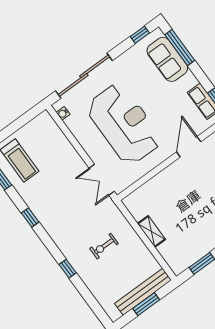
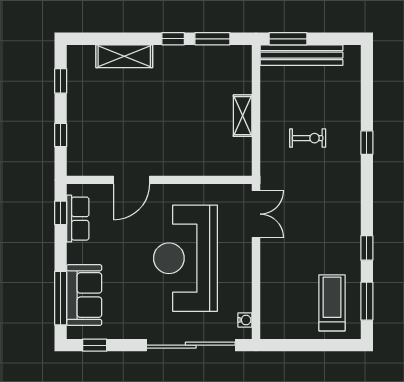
window: (30, 218) -> (367, 248), moved
window: (146, 304) -> (288, 39), moved

